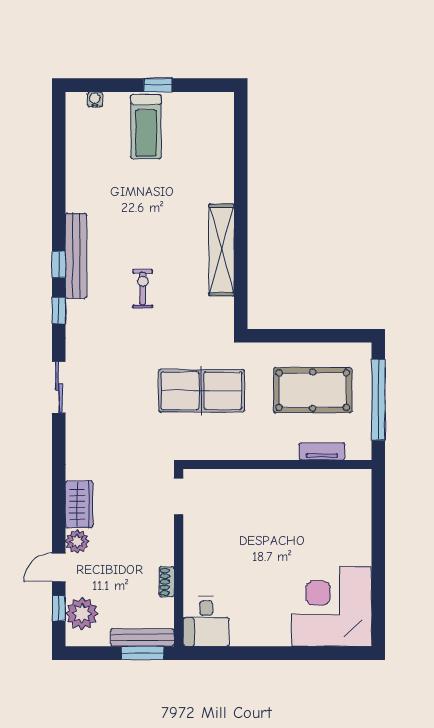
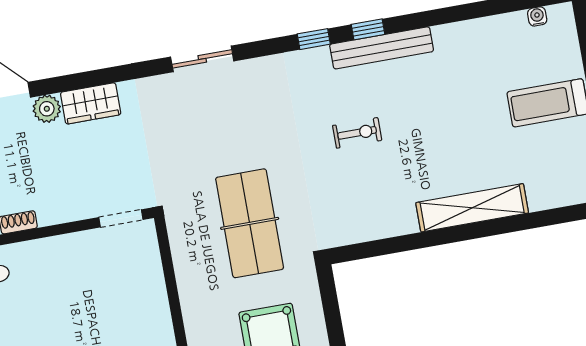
water cooler: (95, 99) -> (537, 16), moved, turned -90
shelving: (222, 250) -> (472, 208), moved
sliding door: (59, 387) -> (202, 59), moved

